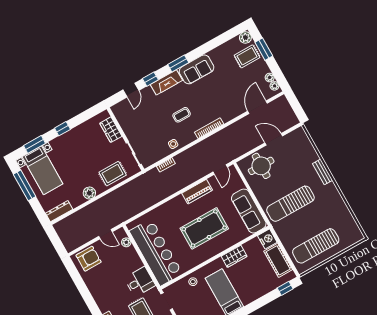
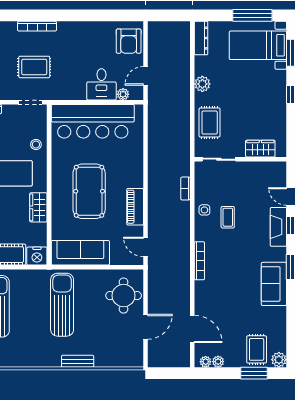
fireplace: (166, 82) -> (278, 227), moved
coffee table: (182, 115) -> (228, 217), moved
desk: (140, 282) -> (101, 84), moved

